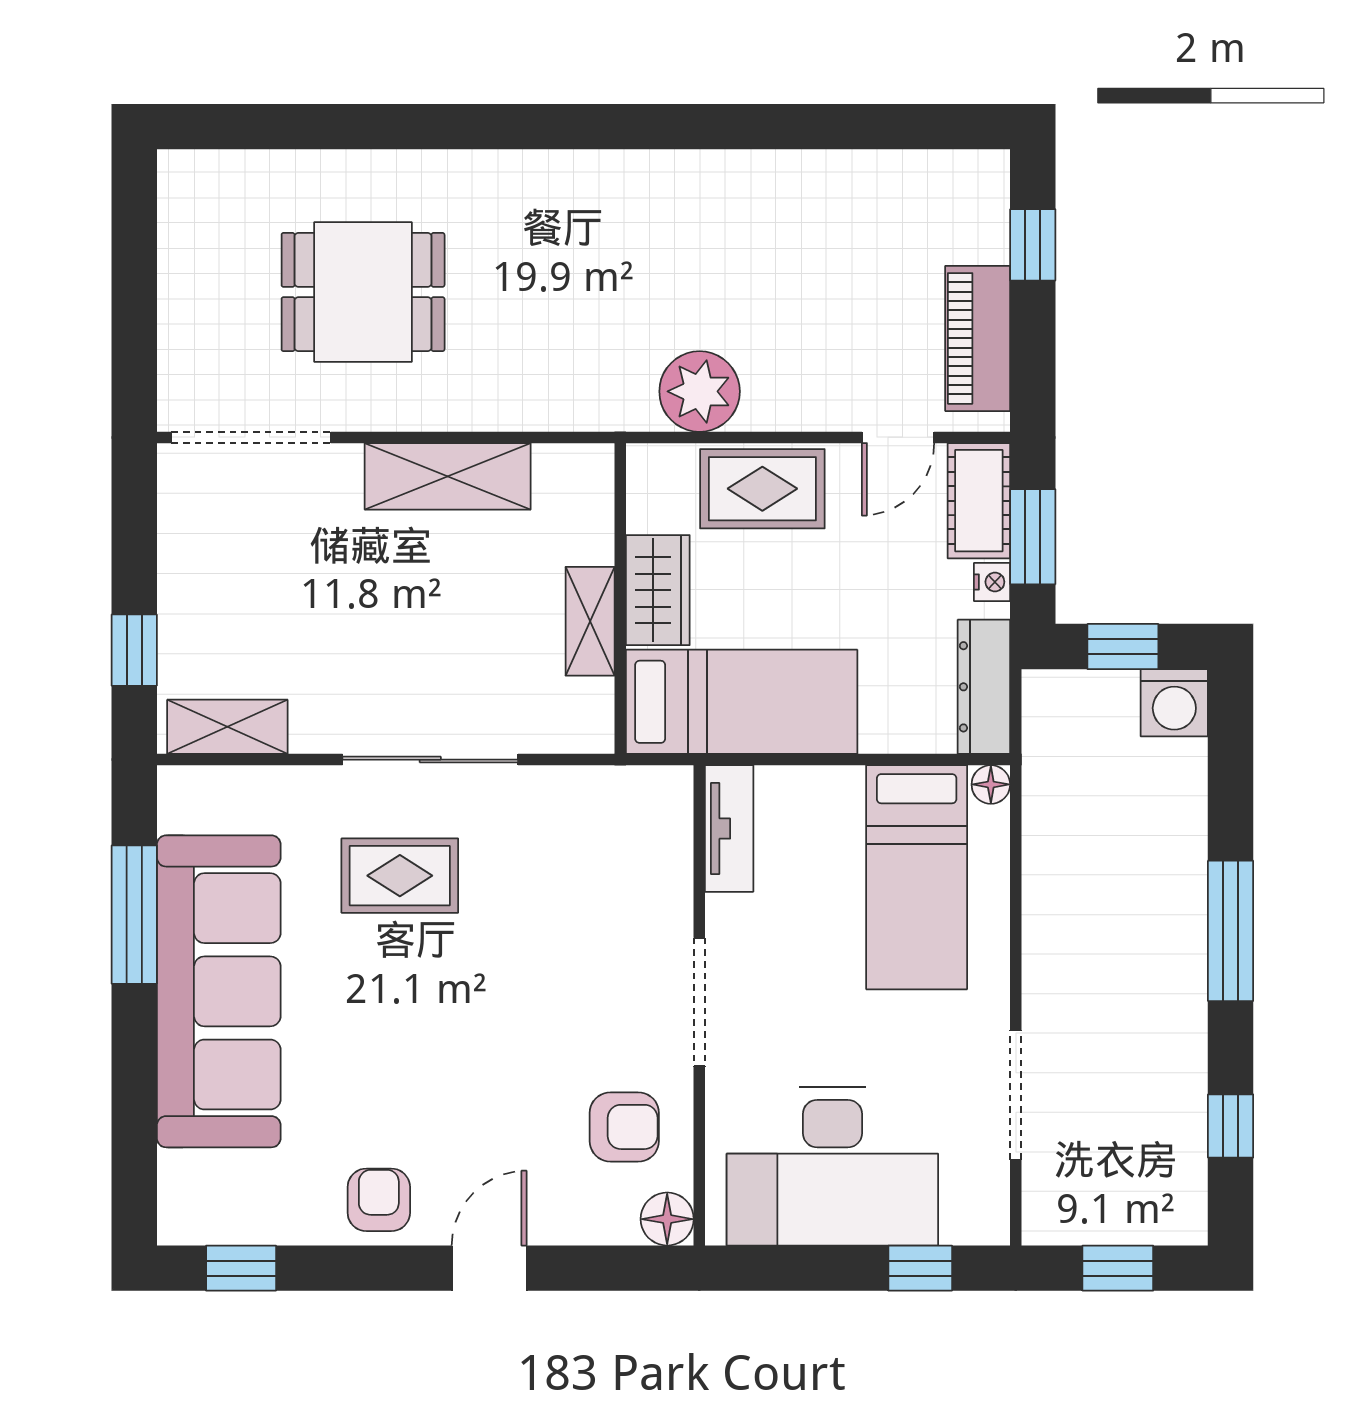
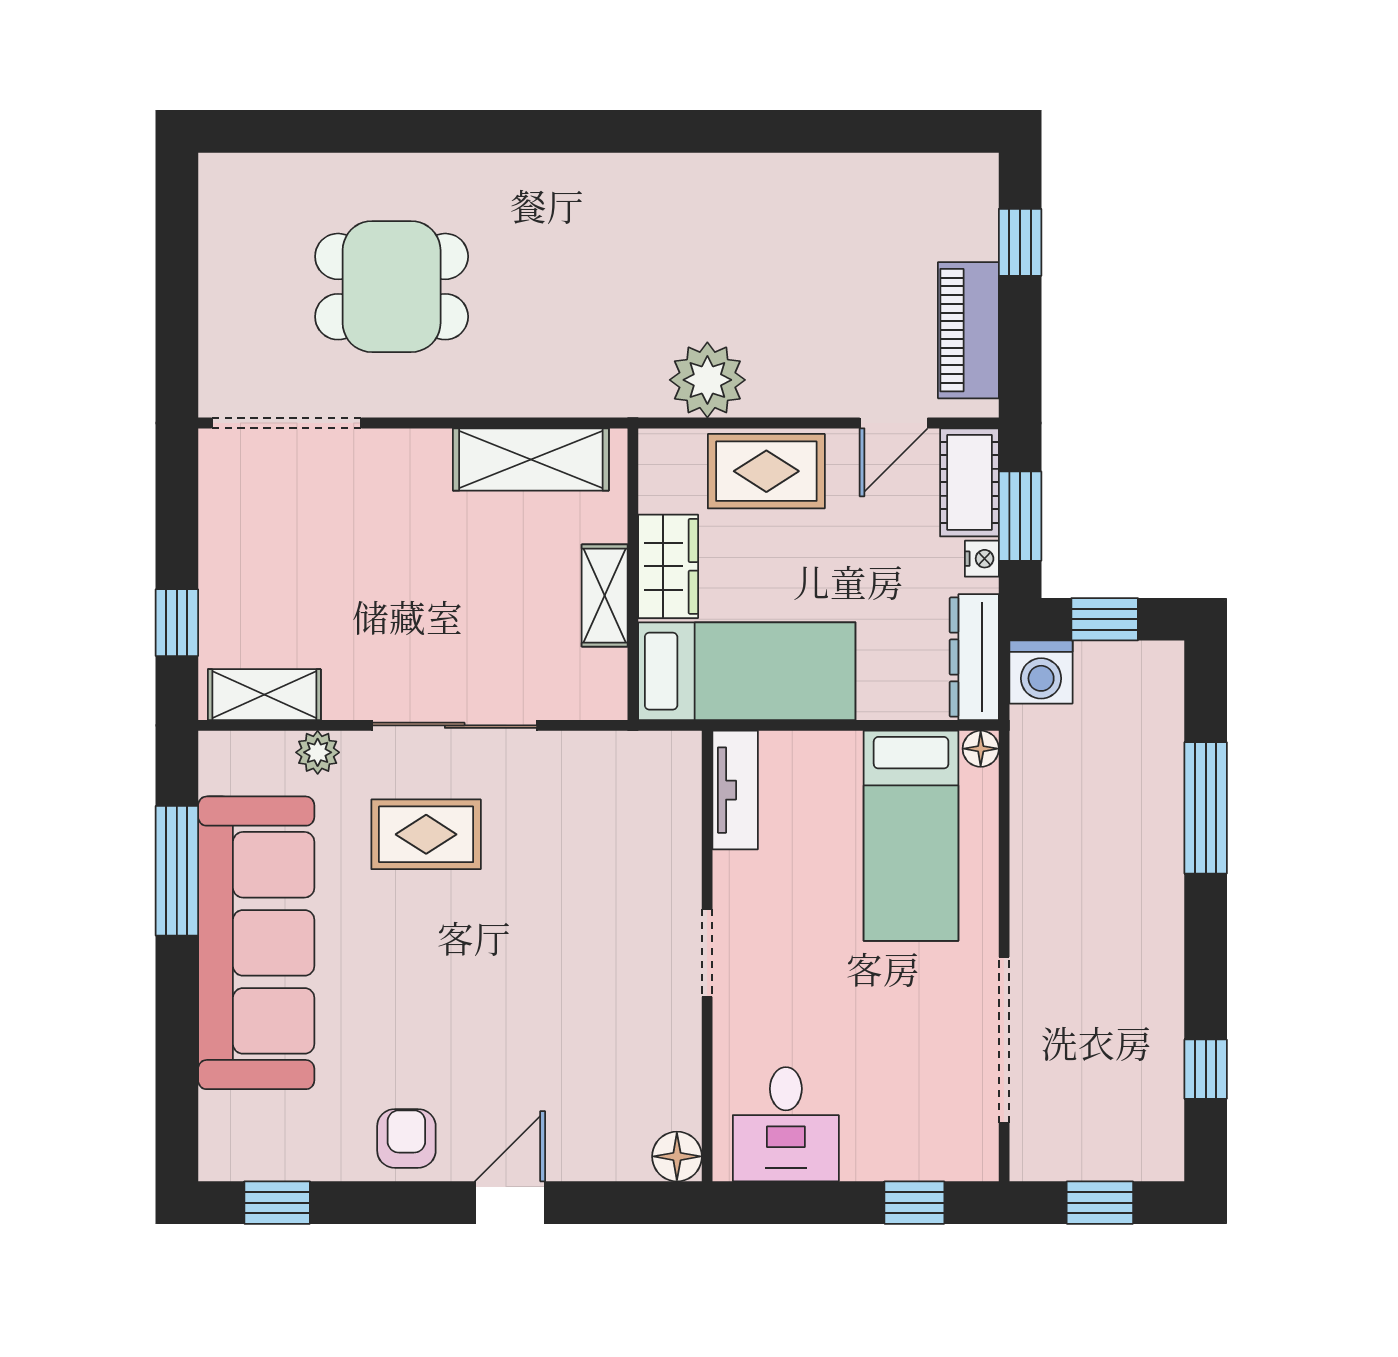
shelving: (448, 476) -> (531, 460), moved
washing machine: (1174, 703) -> (1041, 672), moved
plant: (284, 788) -> (318, 752), added
window: (1231, 931) -> (1206, 808), moved
doorway: (699, 1002) -> (707, 953), width x0.73
doorway: (1016, 1095) -> (1004, 1040), width x1.36
armchair: (624, 1127) -> (637, 1070), removed
desk: (832, 1166) -> (786, 1124), width x0.53, depth x0.77

